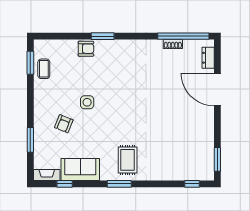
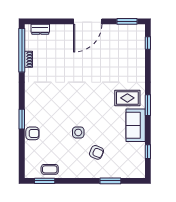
armchair: (86, 49) -> (32, 133), turned 90
door: (217, 90) -> (88, 21), moved
sofa: (80, 170) -> (136, 125), moved
fireplace: (47, 175) -> (140, 167), removed

